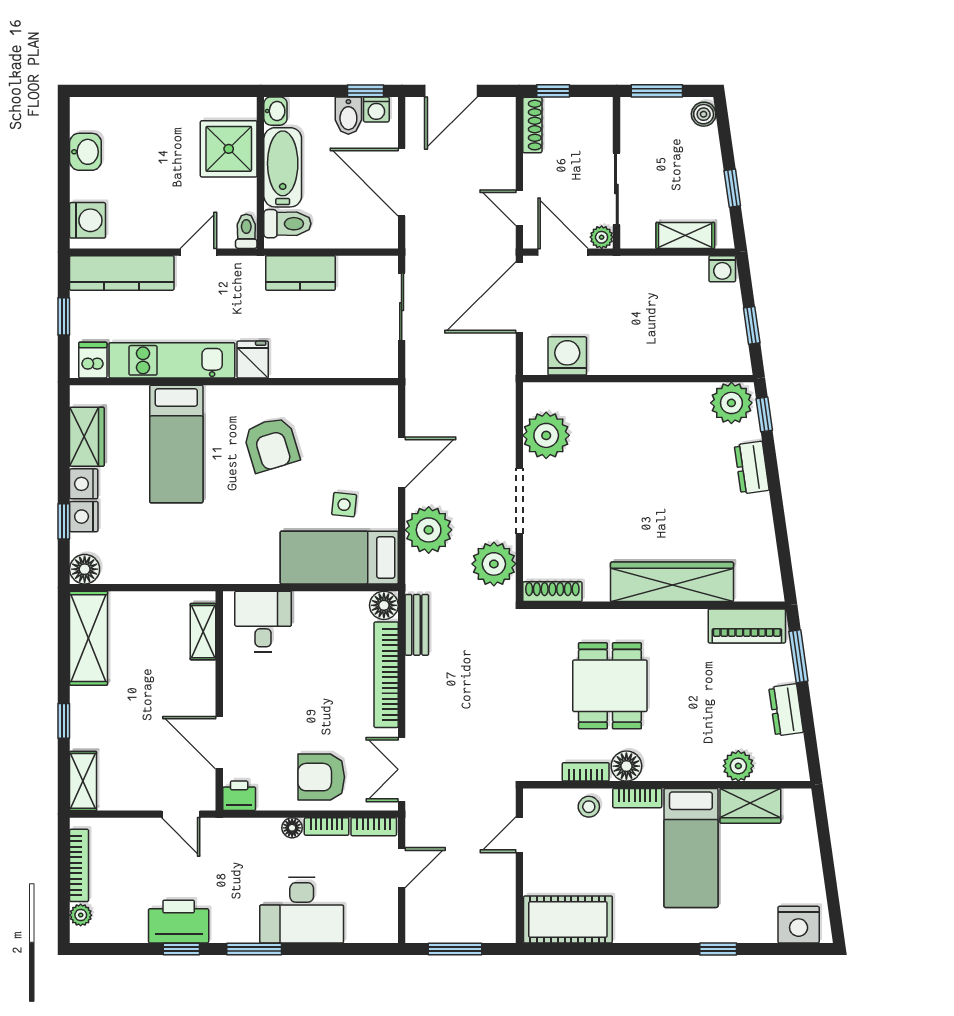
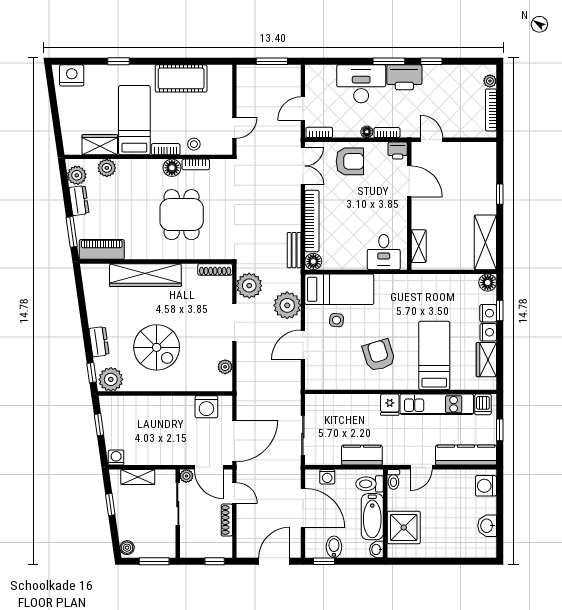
washing machine: (376, 109) -> (327, 477), moved, turned 180
shoe rack: (532, 125) -> (227, 520), moved
plant: (546, 435) -> (225, 367), width x0.53, depth x0.53
spiral stairs: (653, 458) -> (157, 347), added
plant: (790, 753) -> (77, 175), added
shelving: (83, 781) -> (489, 159), removed
bookcase: (327, 827) -> (387, 133), moved
cot: (568, 919) -> (181, 78), moved
printer: (179, 922) -> (404, 77), moved

